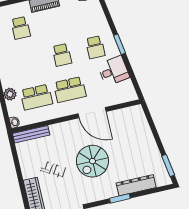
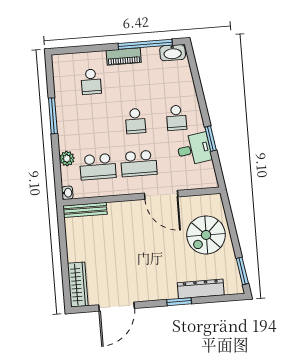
window: (120, 44) -> (211, 139), moved
spiral stairs: (92, 161) -> (206, 235), moved

